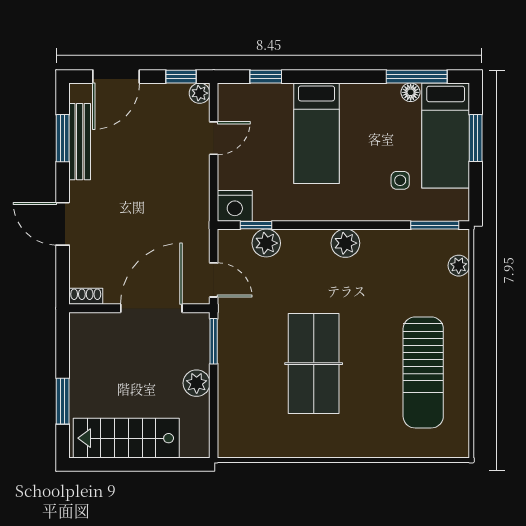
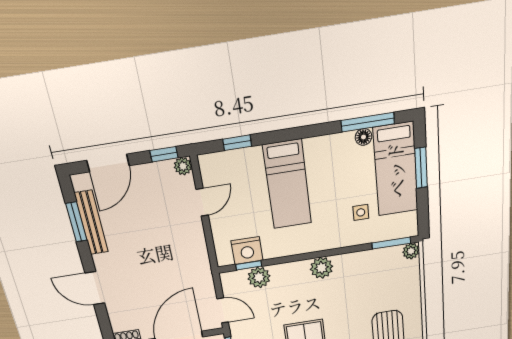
nightstand: (235, 206) -> (247, 251), moved
plant: (459, 266) -> (411, 251), moved

